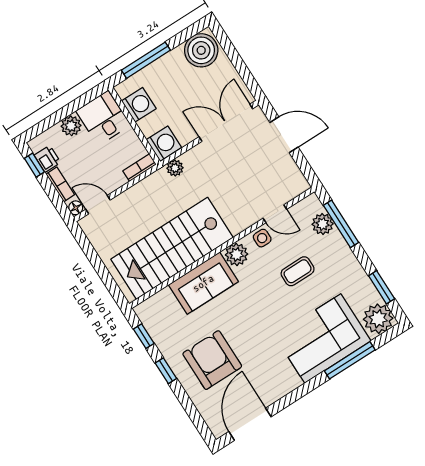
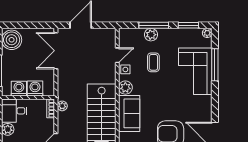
washing machine: (164, 144) -> (35, 88), moved
plant: (175, 168) -> (62, 106), moved
plant: (323, 224) -> (151, 35), moved
window: (341, 224) -> (154, 25), moved
plant: (378, 319) -> (207, 33), width x0.53, depth x0.53

